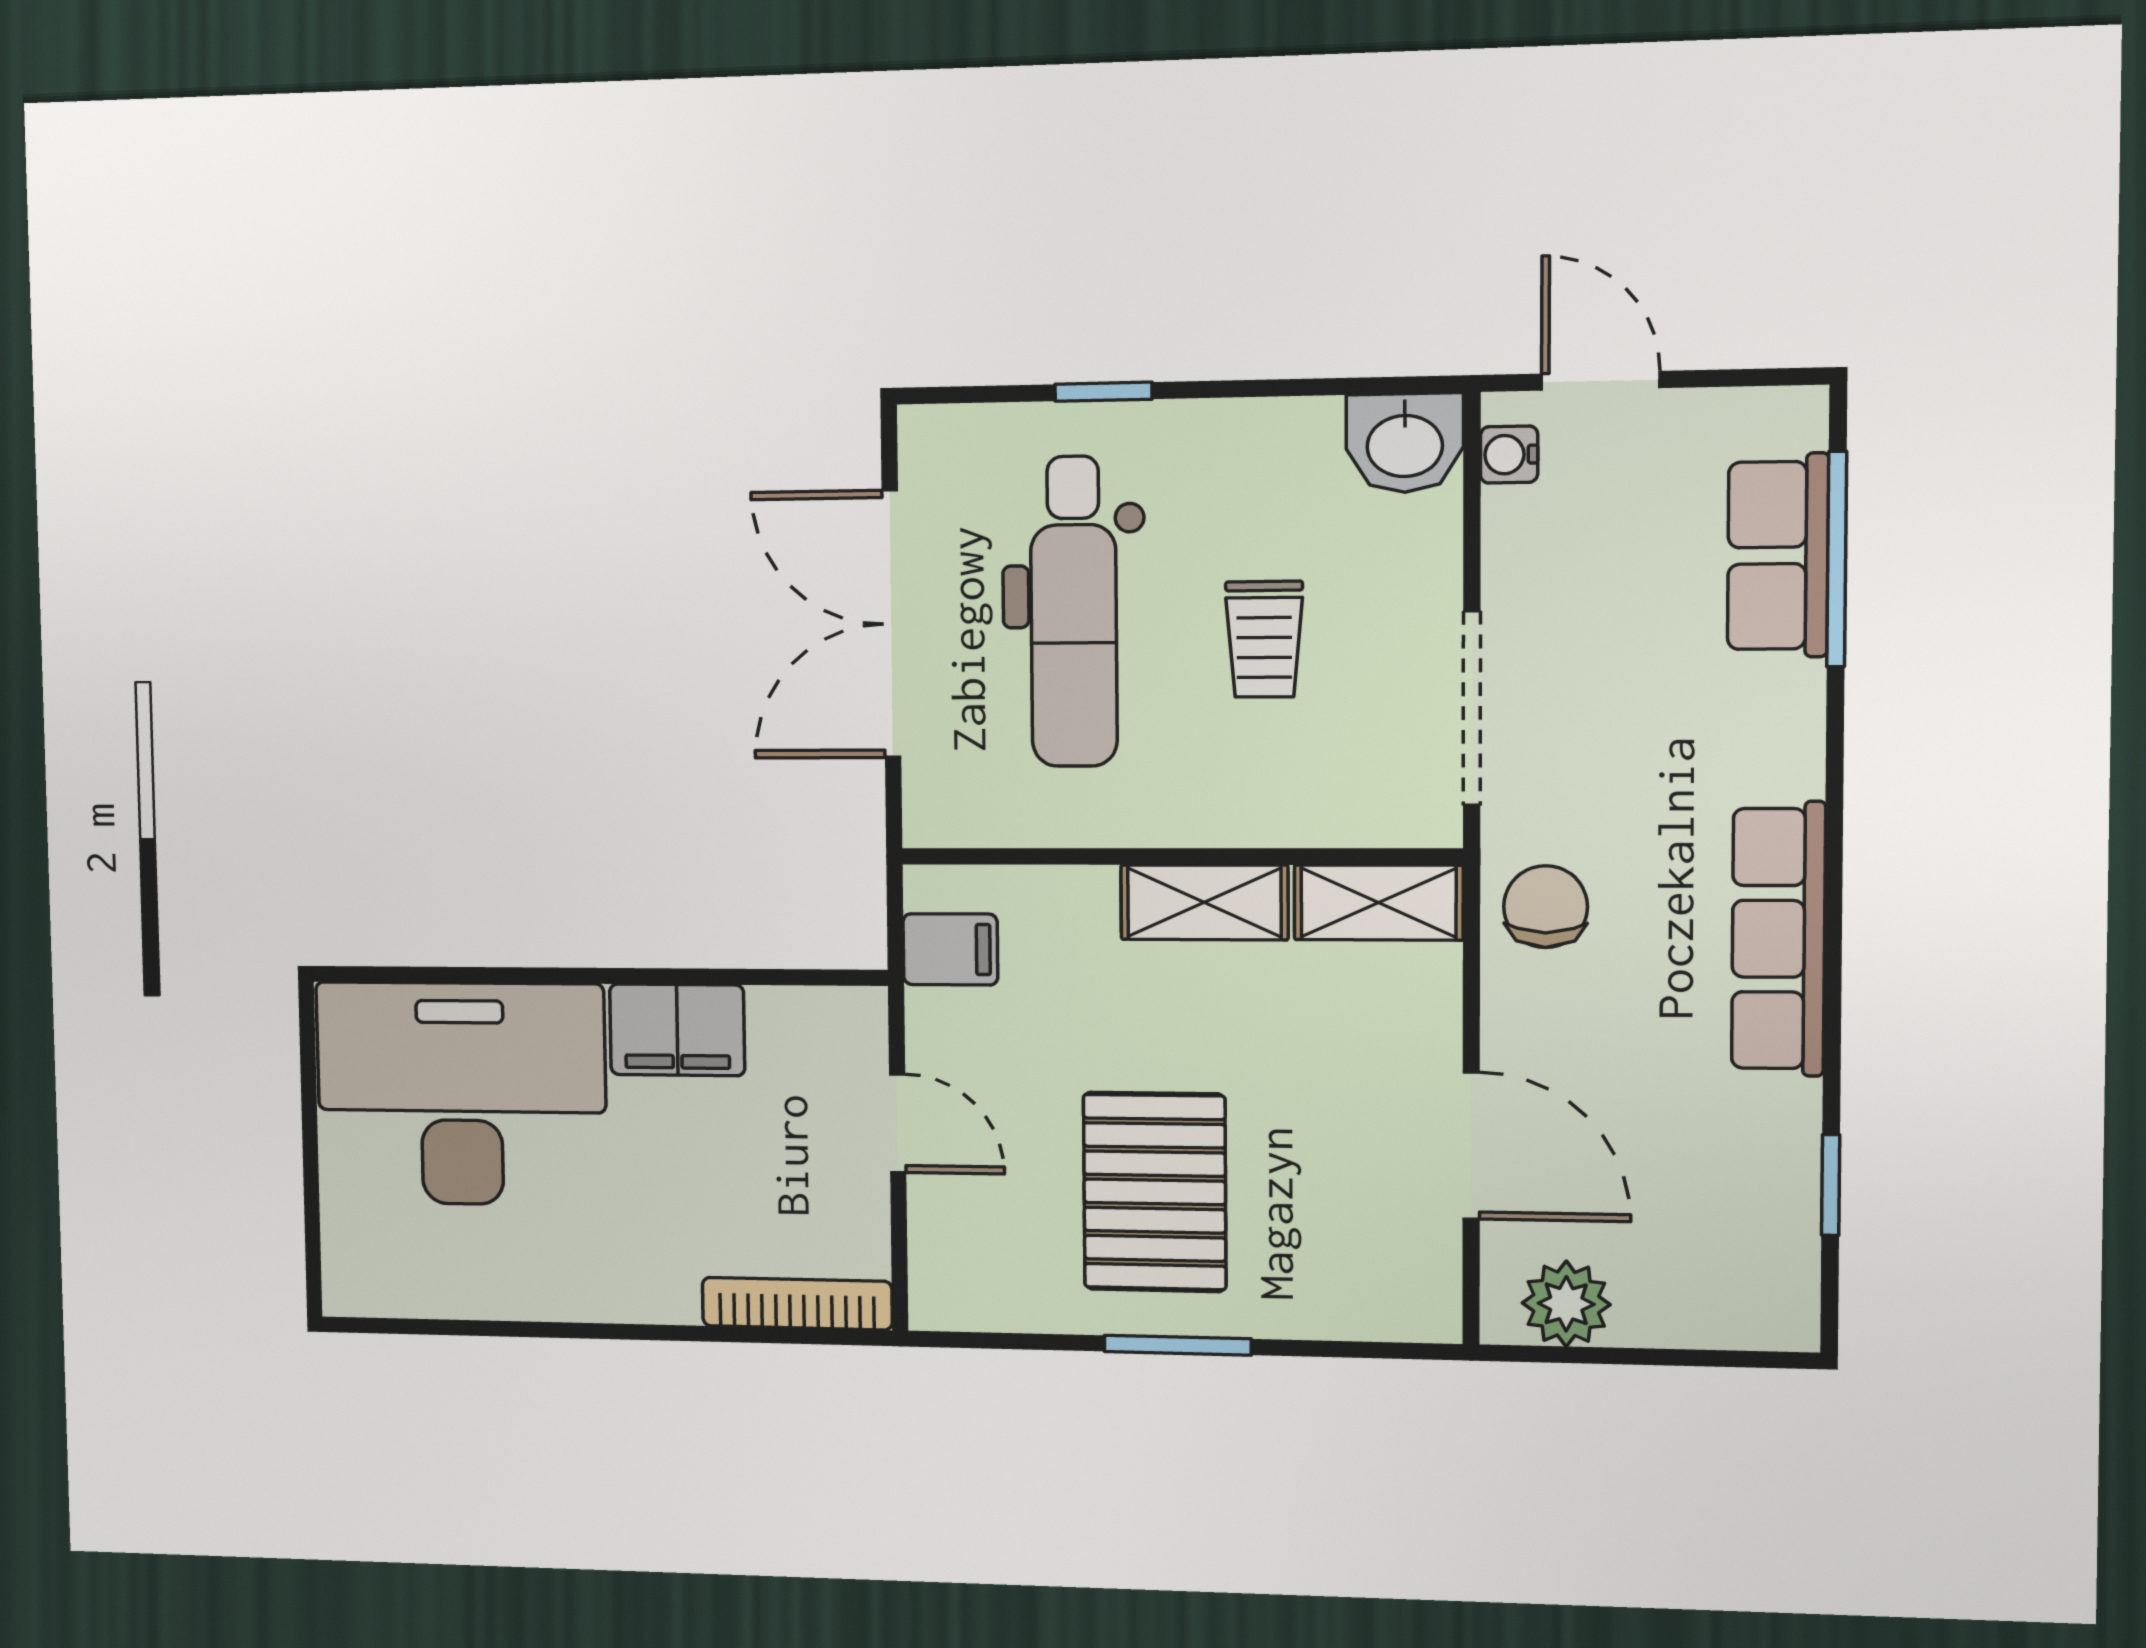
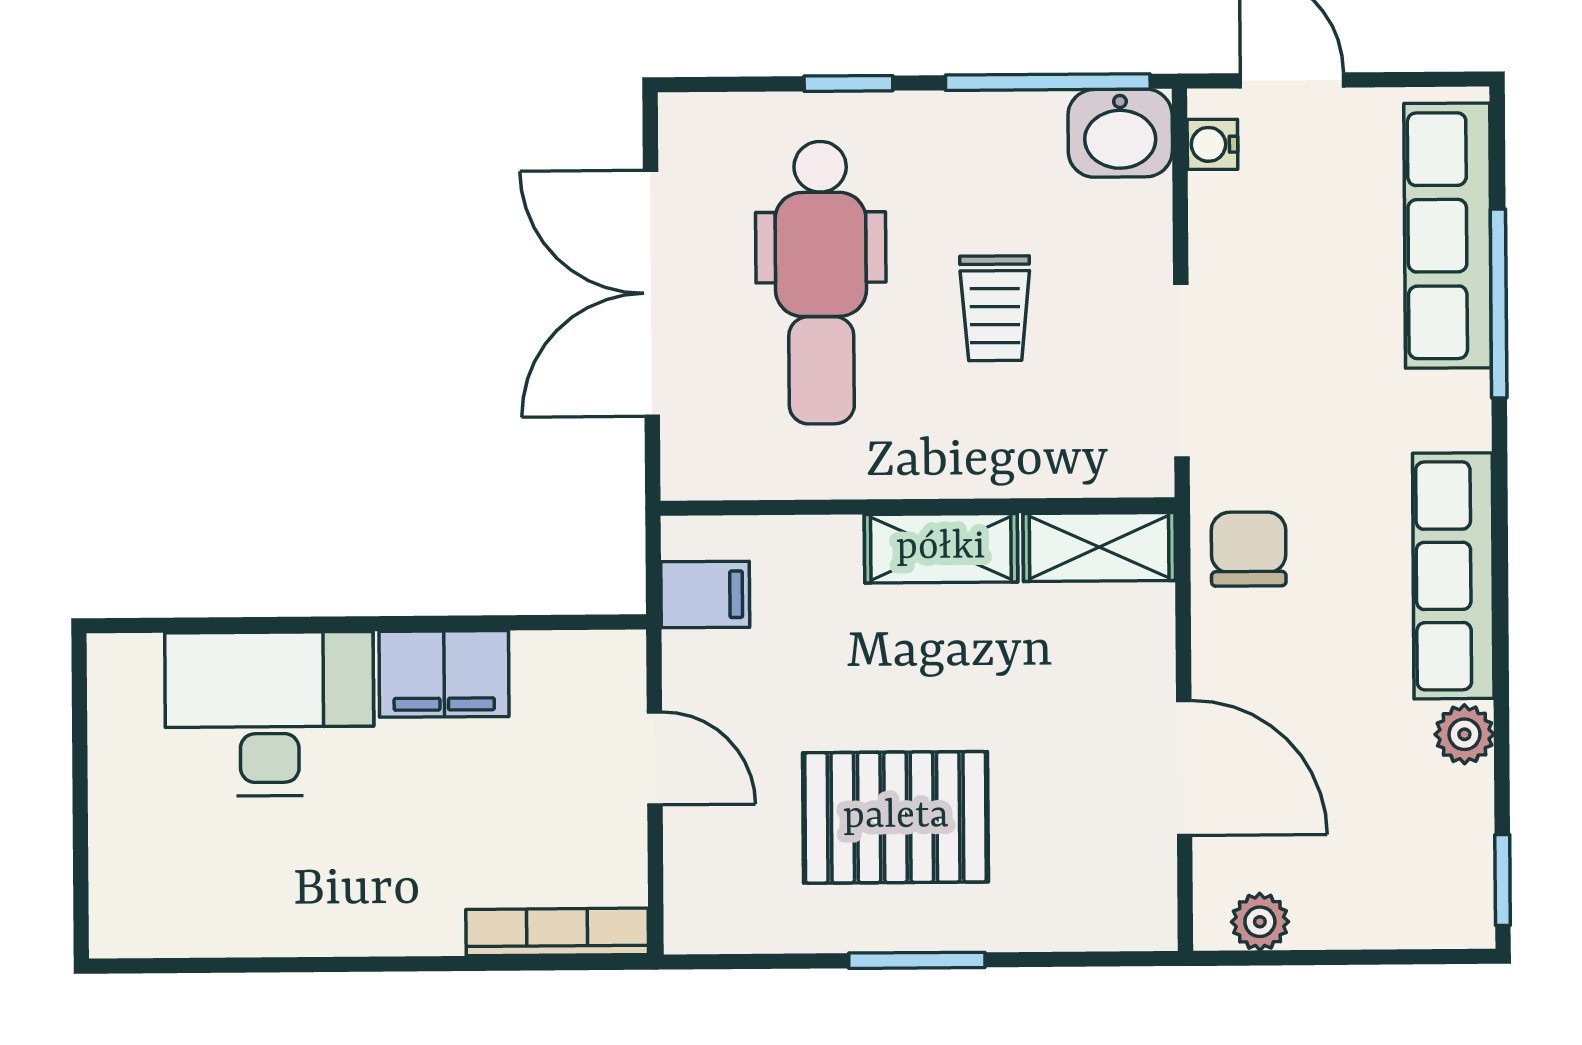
window: (1324, 387) -> (1048, 82), added
row of seats: (1778, 556) -> (1448, 236), width x1.48
window: (1837, 559) -> (1499, 303), moved
desk: (461, 1094) -> (269, 714), width x0.73, depth x0.77
plant: (1789, 1115) -> (1464, 734), added
window: (1831, 1185) -> (1503, 880), moved
pallet: (1155, 1192) -> (896, 817), turned 90
plant: (1566, 1304) -> (1260, 922), width x0.73, depth x0.73

